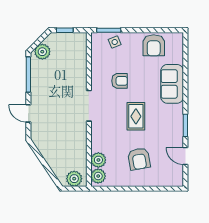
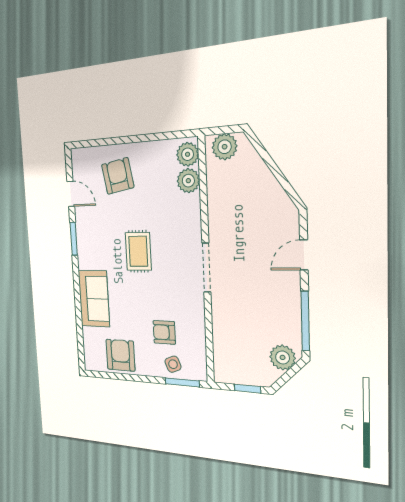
armchair: (120, 81) -> (164, 332), moved
door: (28, 113) -> (304, 255), swing flipped
armchair: (139, 159) -> (118, 176), moved

